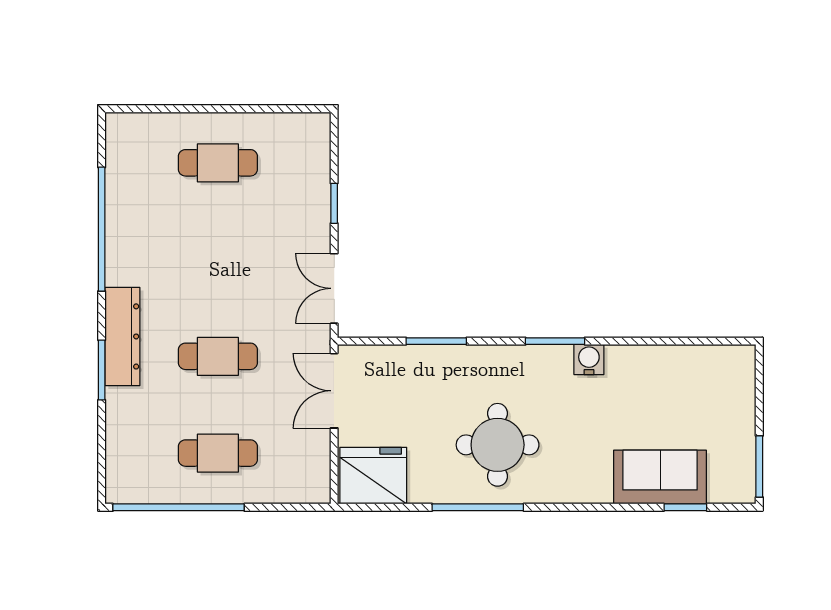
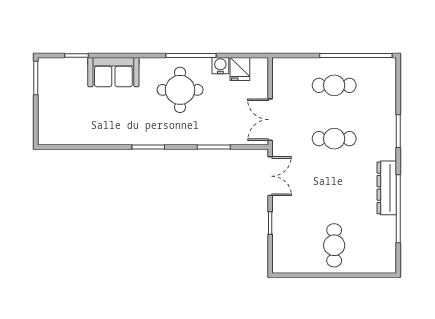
cafe table: (218, 163) -> (334, 245), turned 90
dresser: (122, 336) -> (387, 188), moved
water cooler: (589, 360) -> (220, 66), moved, turned 180
double door: (334, 391) -> (270, 120), swing flipped
fridge: (373, 476) -> (240, 69), width x0.53, depth x0.75
sofa: (660, 477) -> (113, 72), moved

